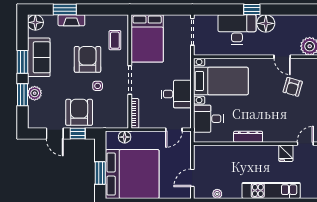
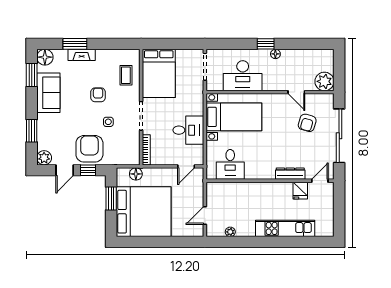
floor lamp: (266, 23) -> (275, 54), width x0.53, depth x0.53
desk: (237, 29) -> (243, 76), moved, turned 180
armchair: (88, 59) -> (98, 95), width x0.53, depth x0.53
window: (22, 62) -> (32, 75), moved
plant: (35, 93) -> (44, 158), moved
desk: (208, 119) -> (230, 164), moved, turned -90
door: (55, 133) -> (65, 170), hinge flipped
dresser: (248, 137) -> (290, 174), moved
window: (100, 173) -> (111, 198), moved

